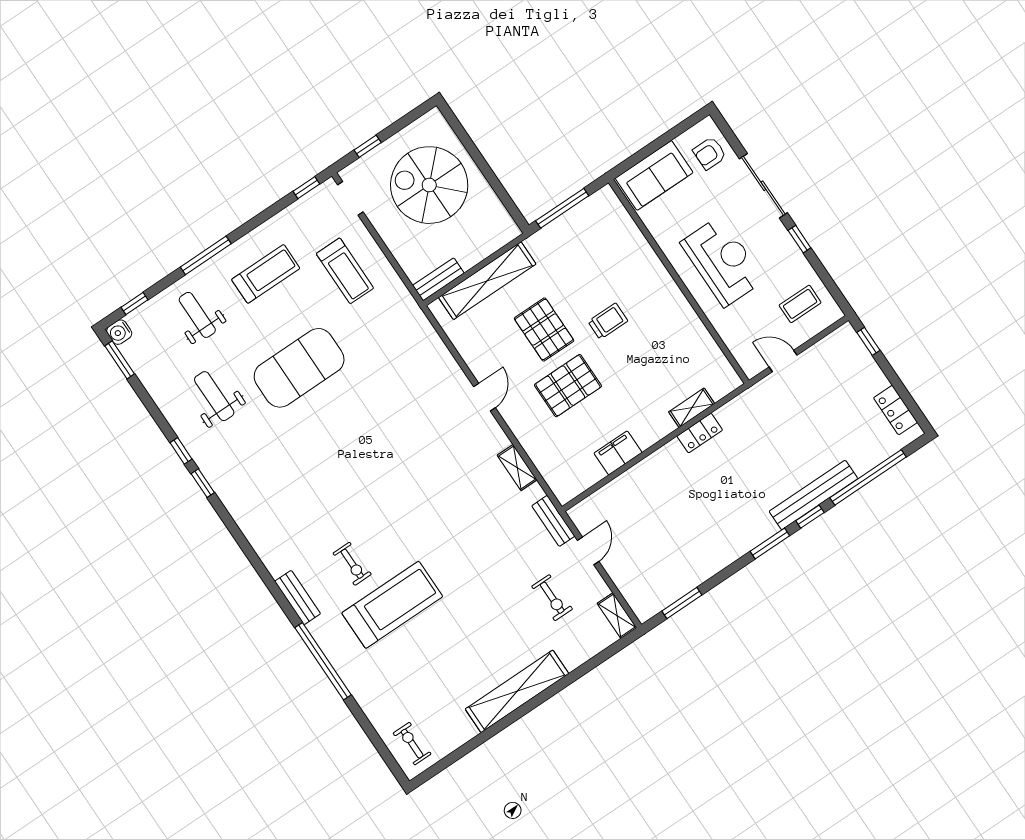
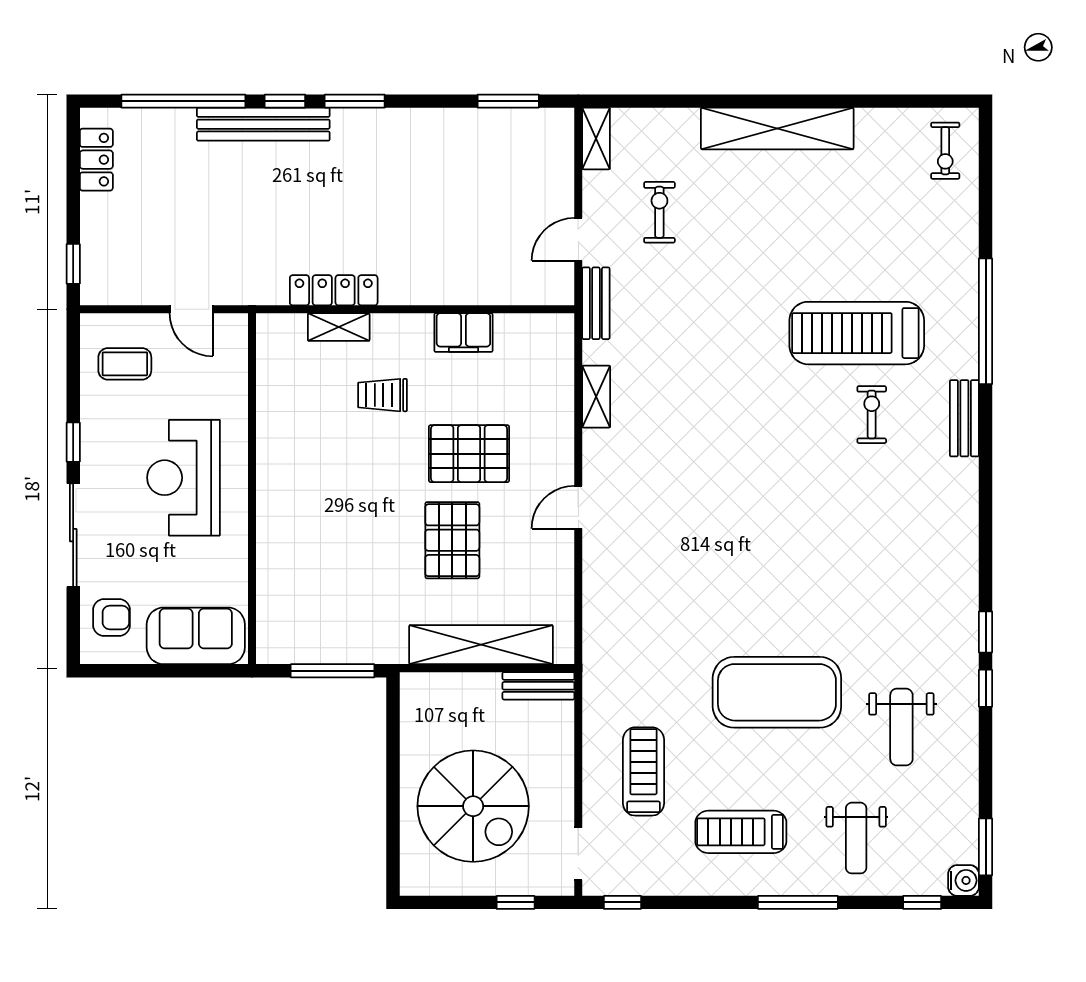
trolley: (608, 321) -> (383, 395), moved
locker: (700, 433) -> (334, 290), width x1.53

